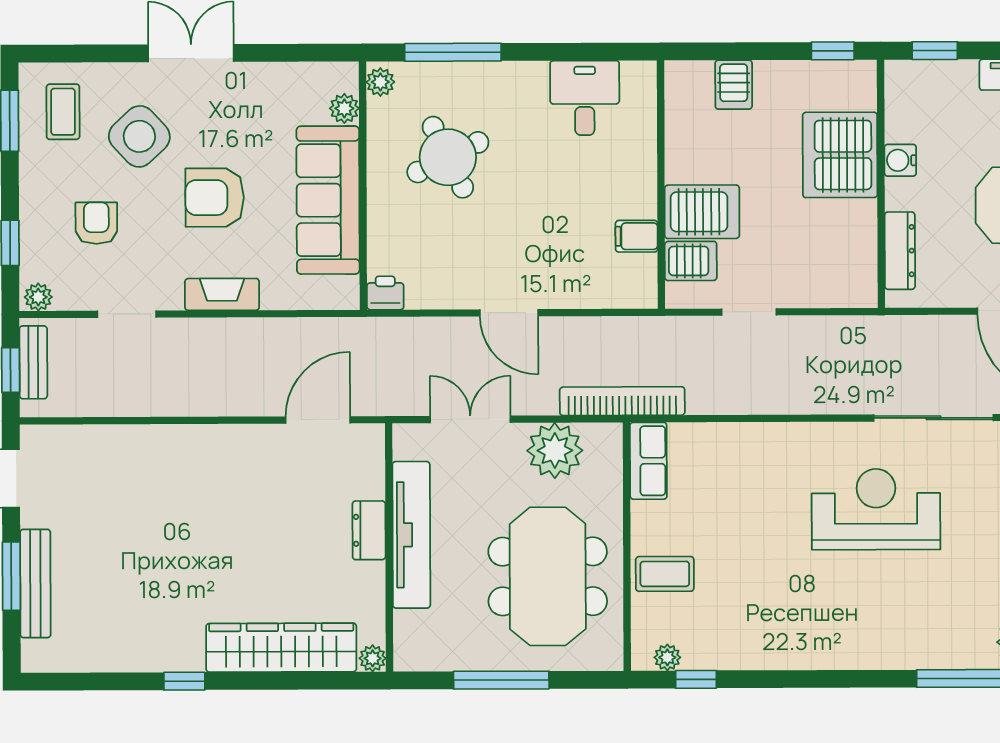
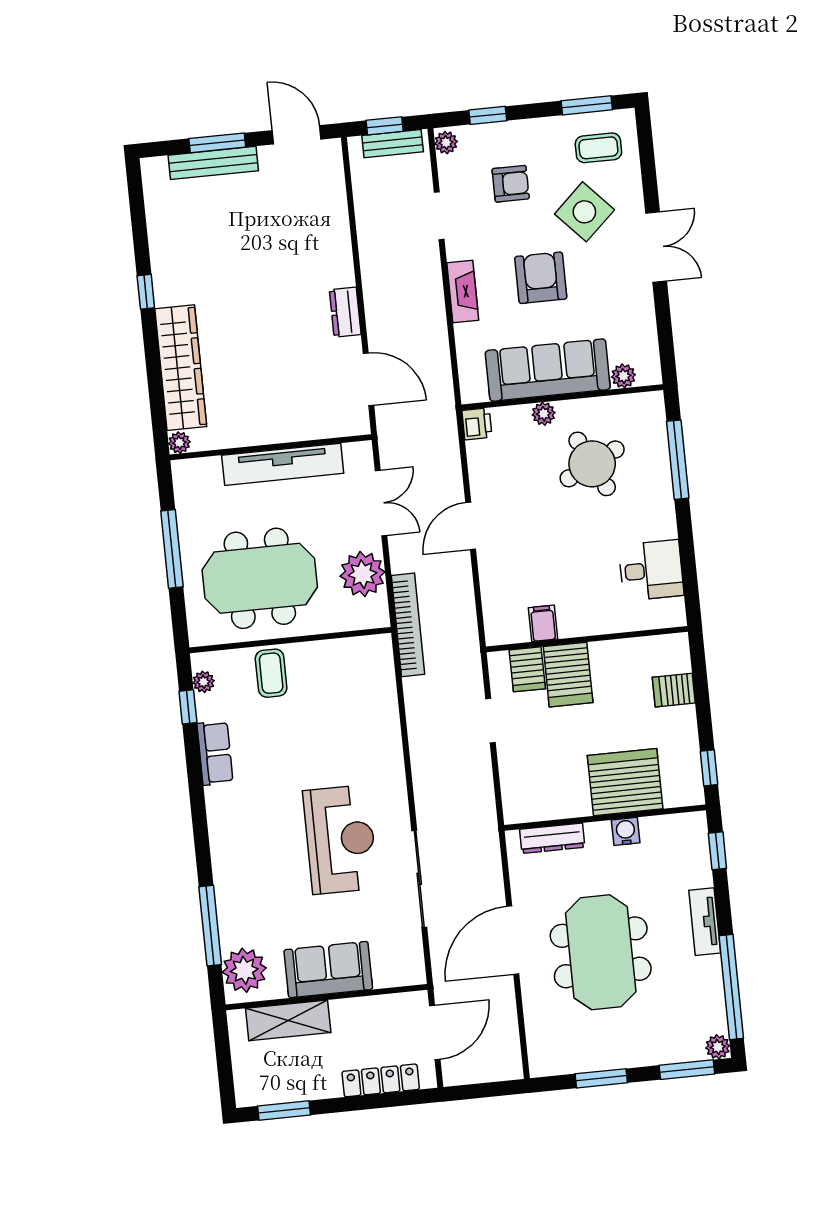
plant: (380, 82) -> (544, 414), moved
row of seats: (648, 461) -> (215, 753), moved, turned -90
dresser: (369, 530) -> (345, 312), moved, turned -90

